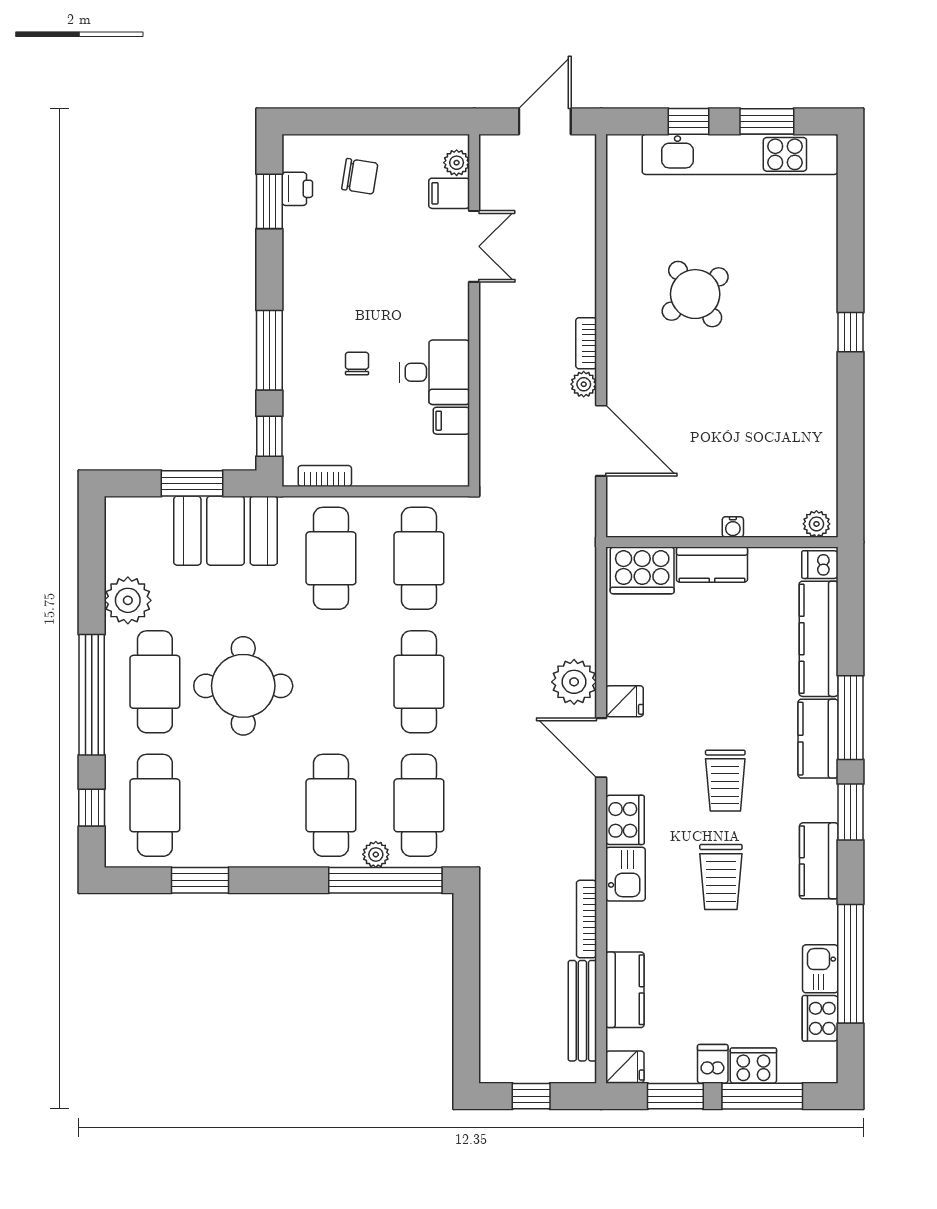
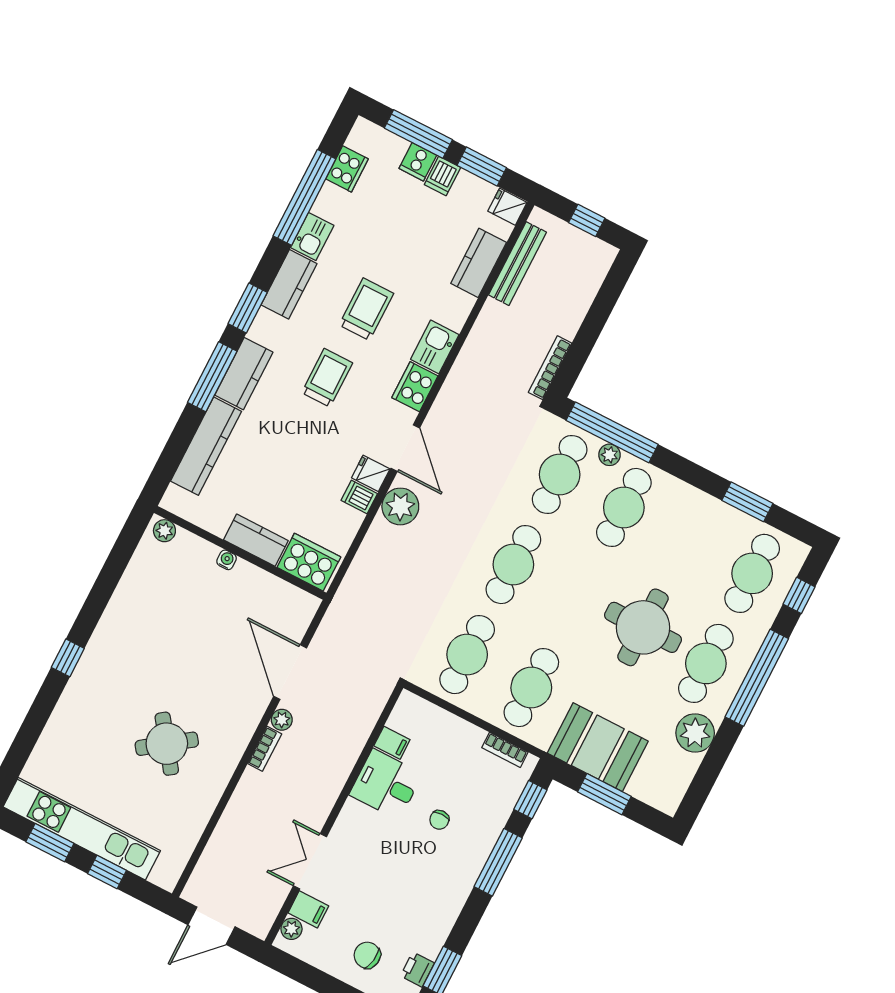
dishwasher: (820, 565) -> (359, 497), moved, turned 180
bookcase: (587, 919) -> (550, 368), moved, turned 180
kitchen sink: (820, 969) -> (312, 236), moved
cooker: (753, 1066) -> (418, 162), width x0.73

